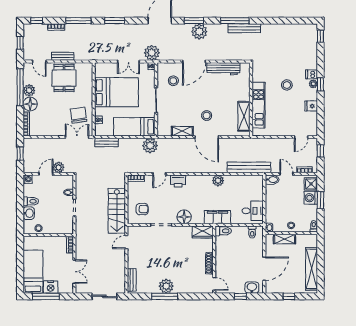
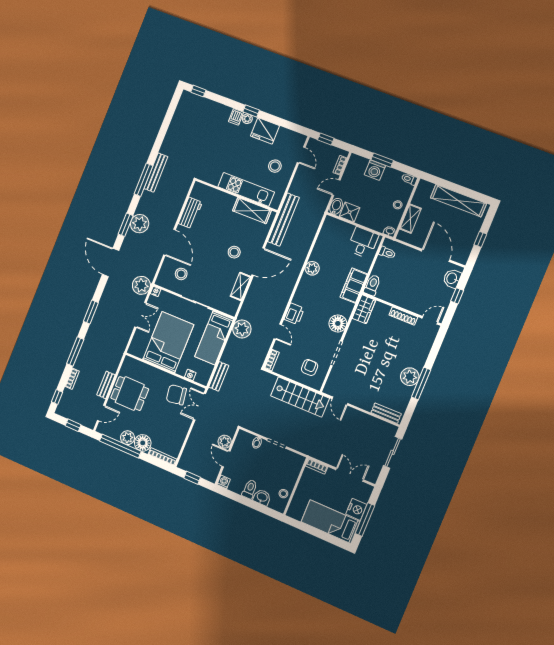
workbench: (223, 69) -> (190, 213), width x0.73
stool: (287, 85) -> (275, 166), moved
fridge: (311, 106) -> (265, 131), width x1.88, depth x1.34
bench: (249, 167) -> (283, 220), moved
shower: (311, 184) -> (350, 212), moved

